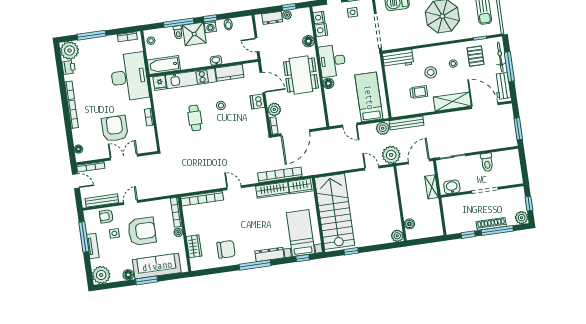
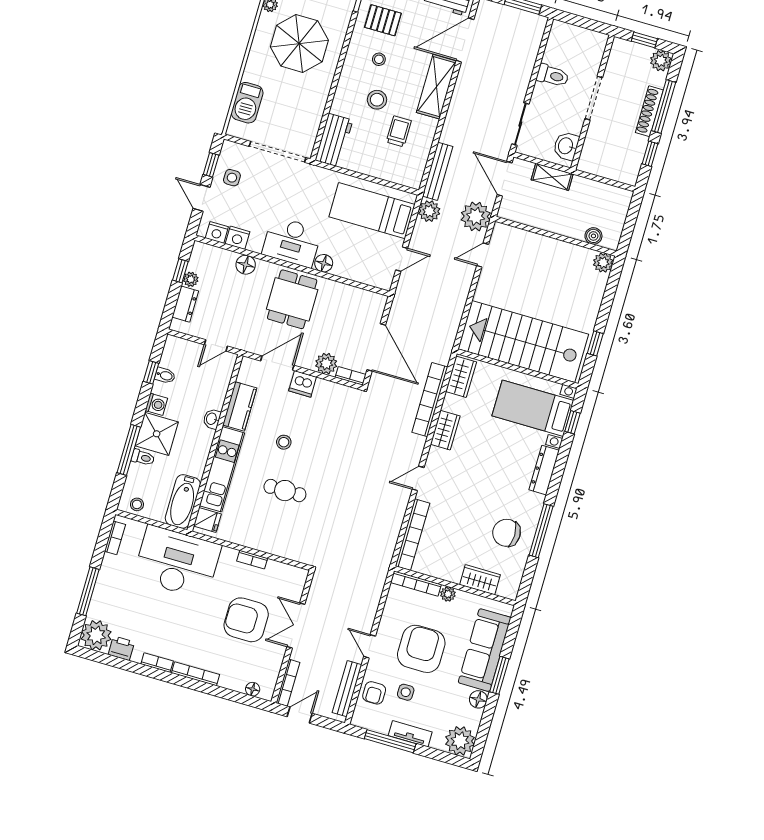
window: (210, 18) -> (151, 372), moved
dining table: (301, 75) -> (292, 299), width x0.73
wardrobe: (272, 190) -> (445, 430), width x0.67
chair: (226, 249) -> (507, 533), turned -90
window: (255, 265) -> (541, 531), moved

